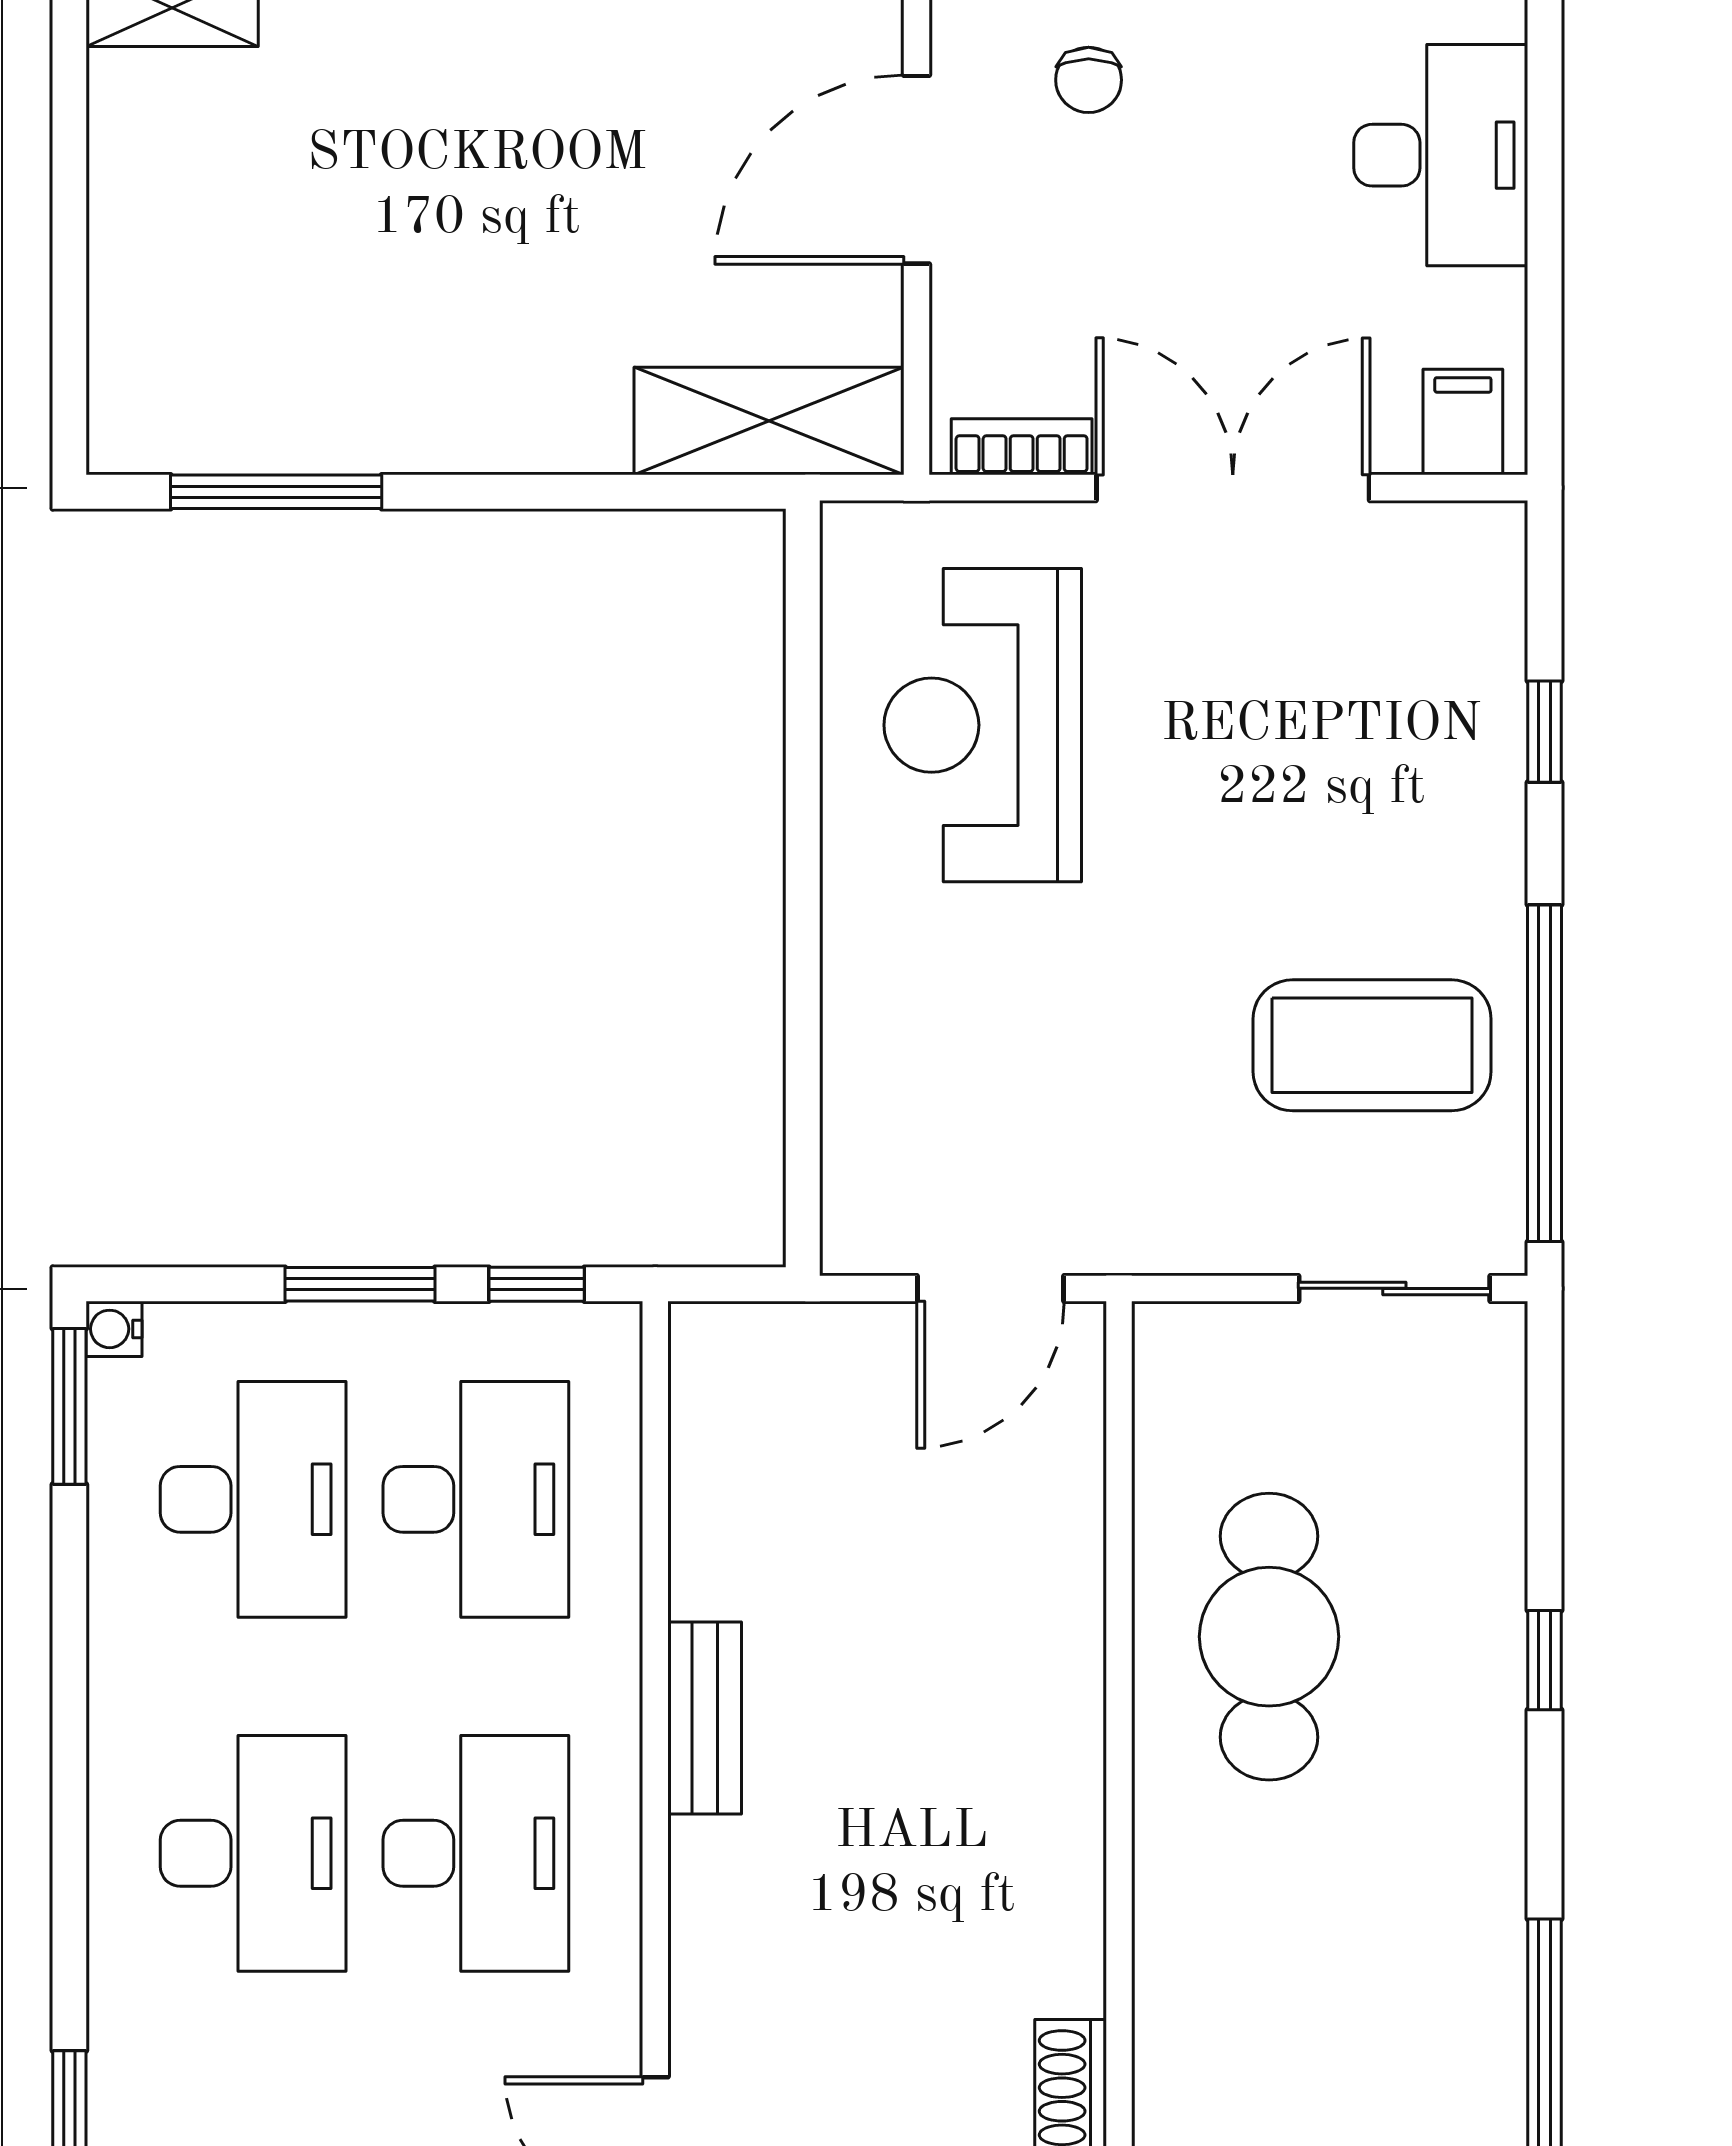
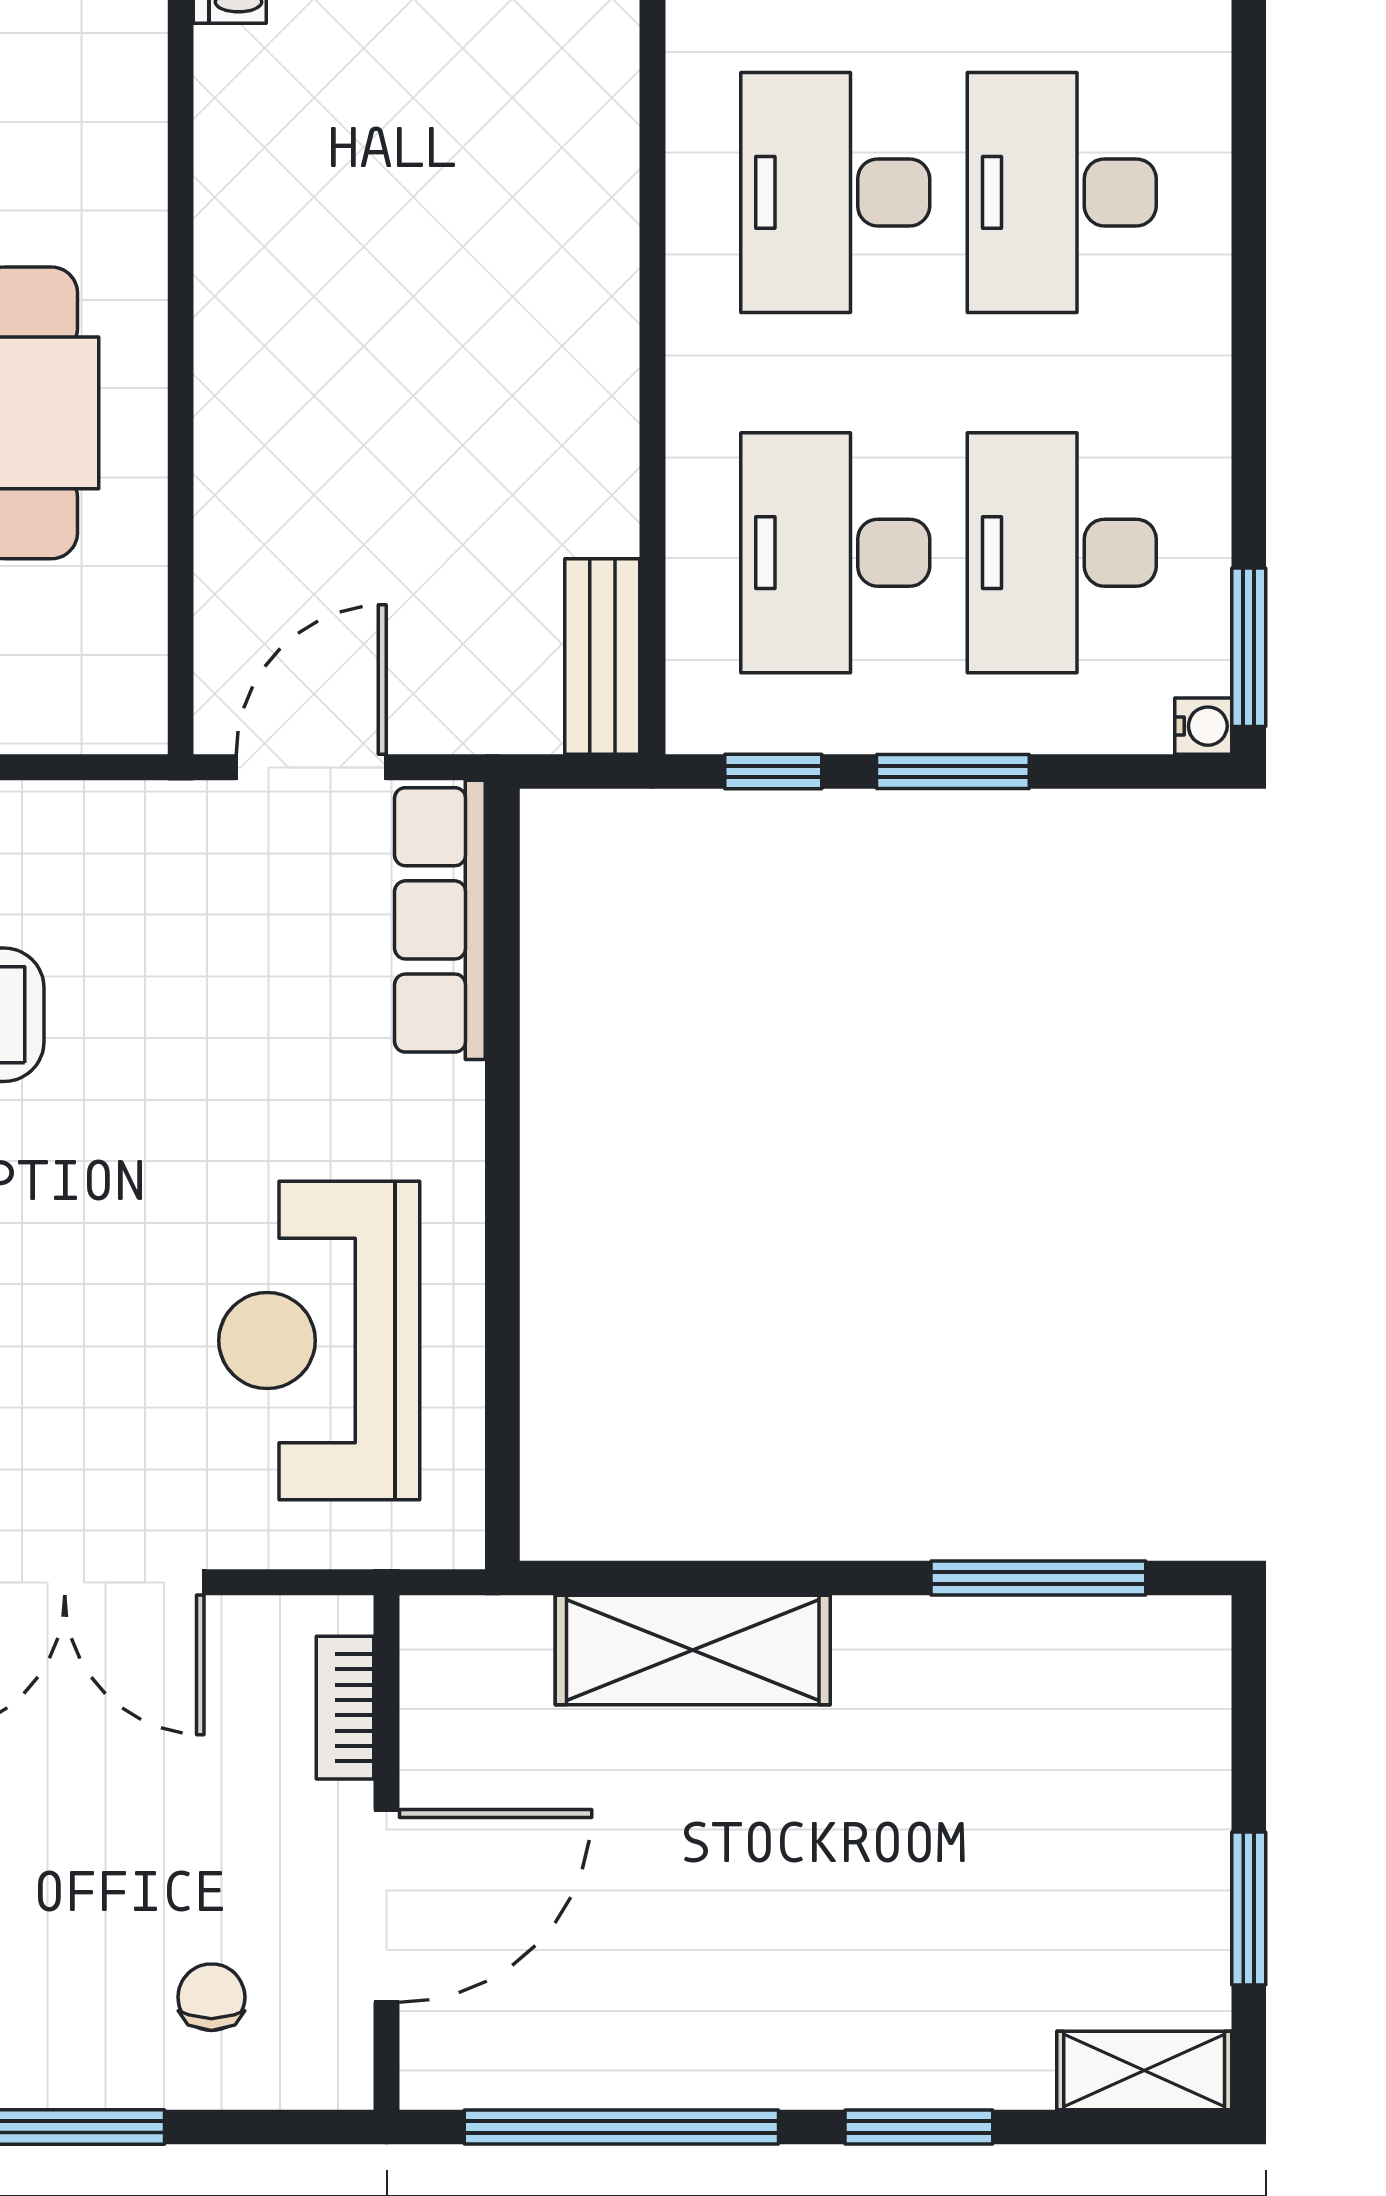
window: (69, 167) -> (1249, 1908), added
shelving: (769, 421) -> (693, 1650), moved
bookcase: (1022, 447) -> (345, 1708), moved, turned 90
reception desk: (983, 725) -> (319, 1341), turned 180
row of seats: (864, 1138) -> (440, 920), added
bench: (705, 1718) -> (602, 656), moved

